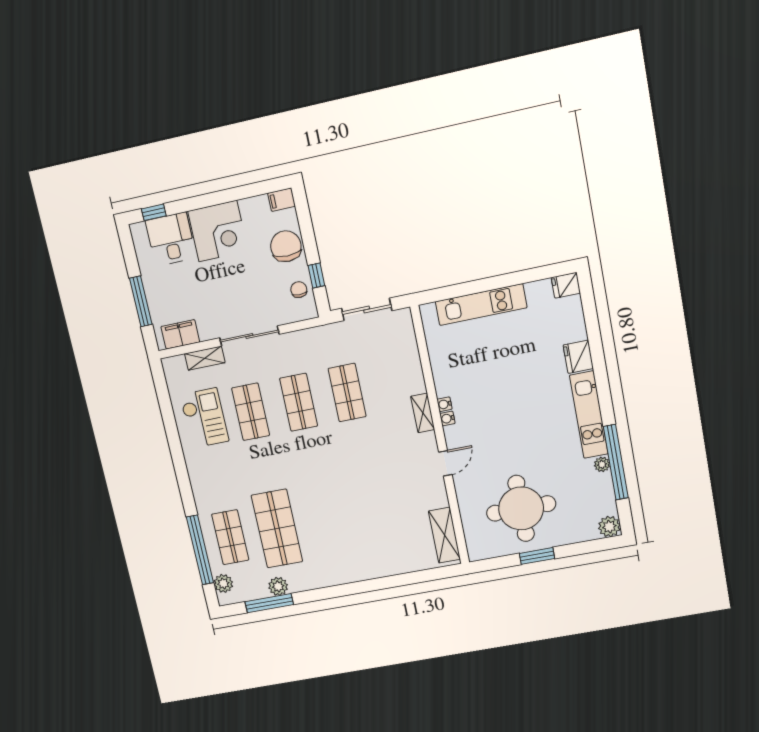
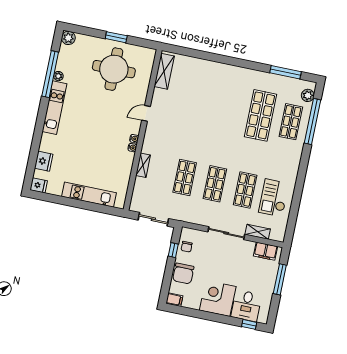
fridge: (578, 357) -> (44, 161), moved
shelving: (423, 413) -> (143, 165), moved
plant: (278, 586) -> (276, 80), removed

